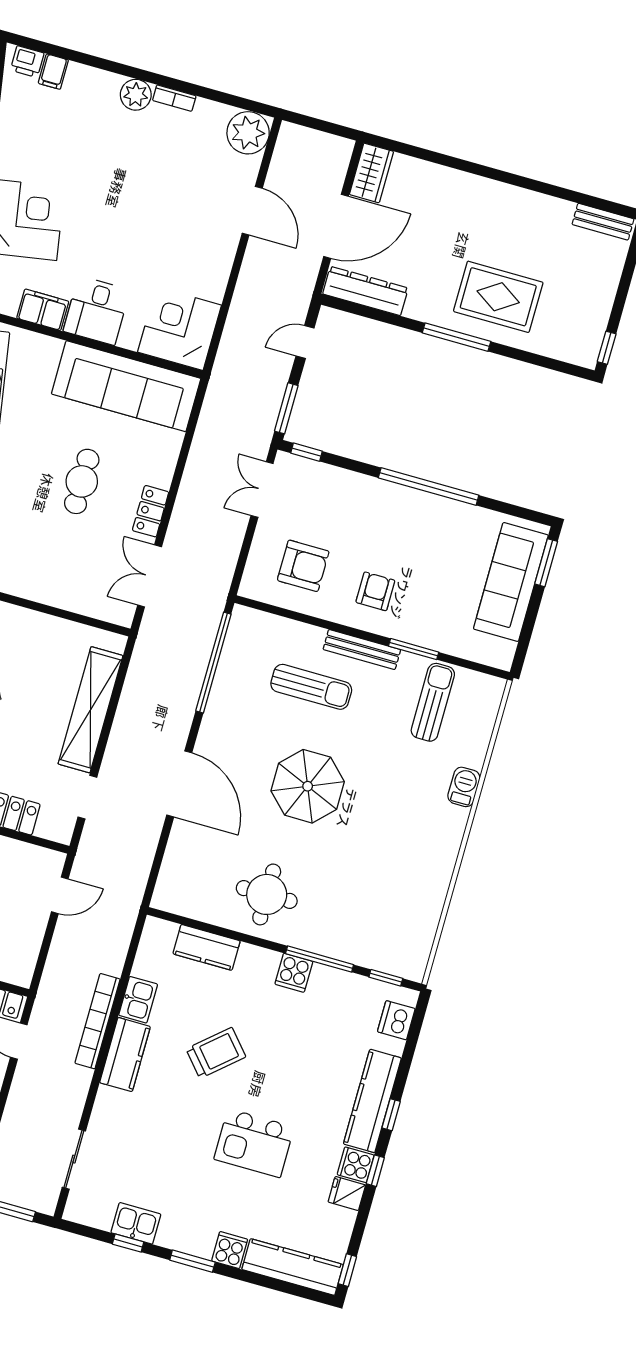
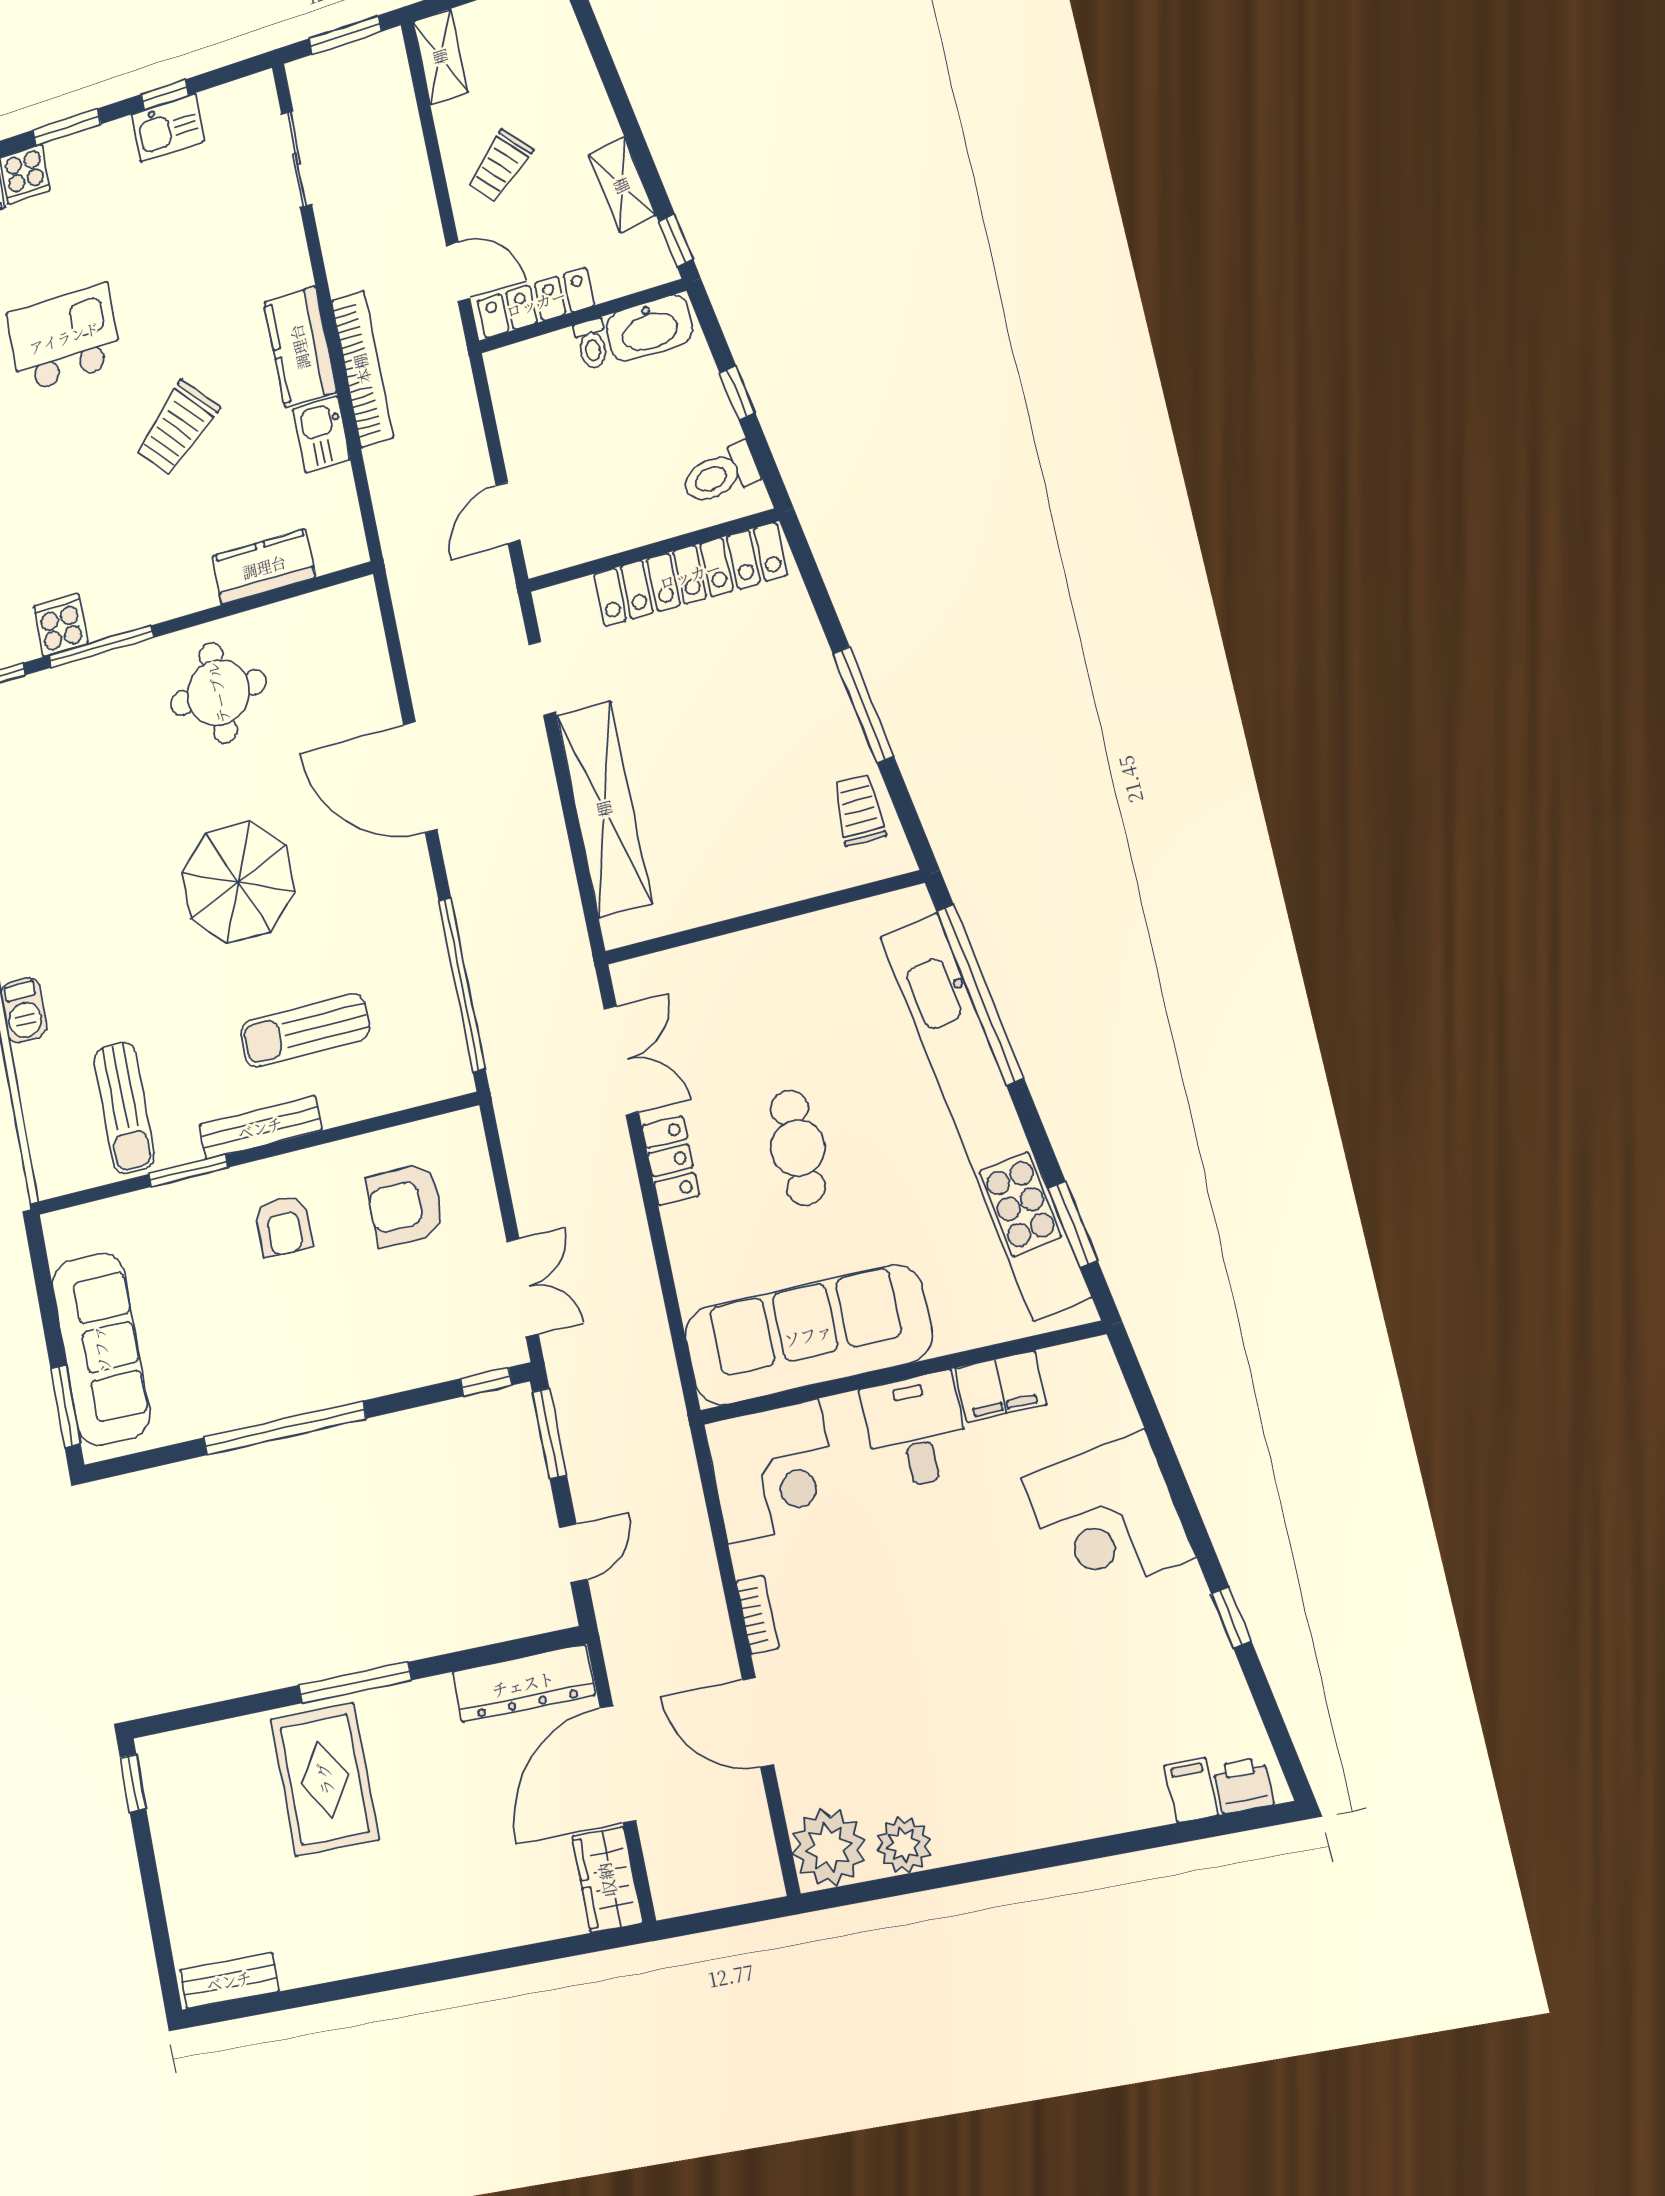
plant: (136, 95) -> (904, 1845), moved
bookcase: (174, 98) -> (757, 1615), moved, turned 90
rug: (498, 297) -> (325, 1779), turned 90
cooker: (294, 973) -> (61, 625), moved

